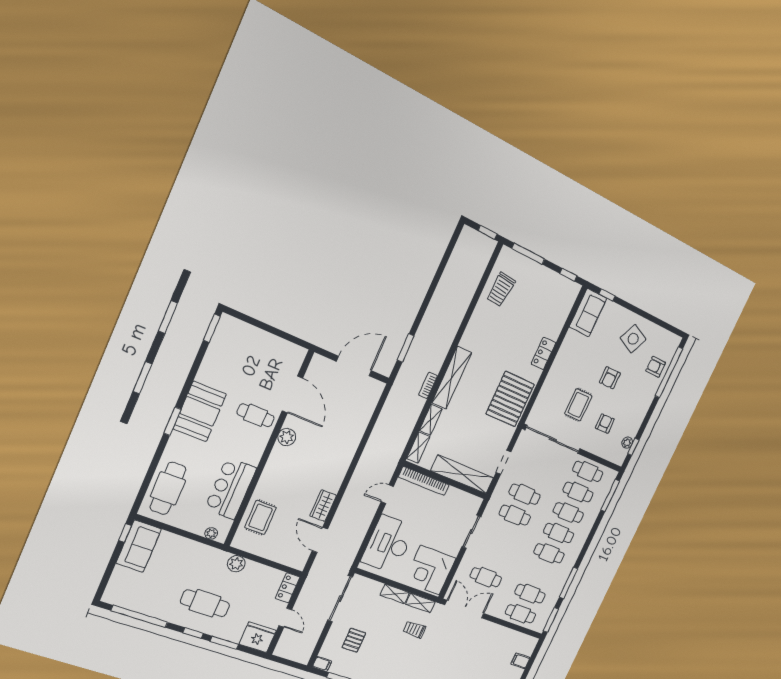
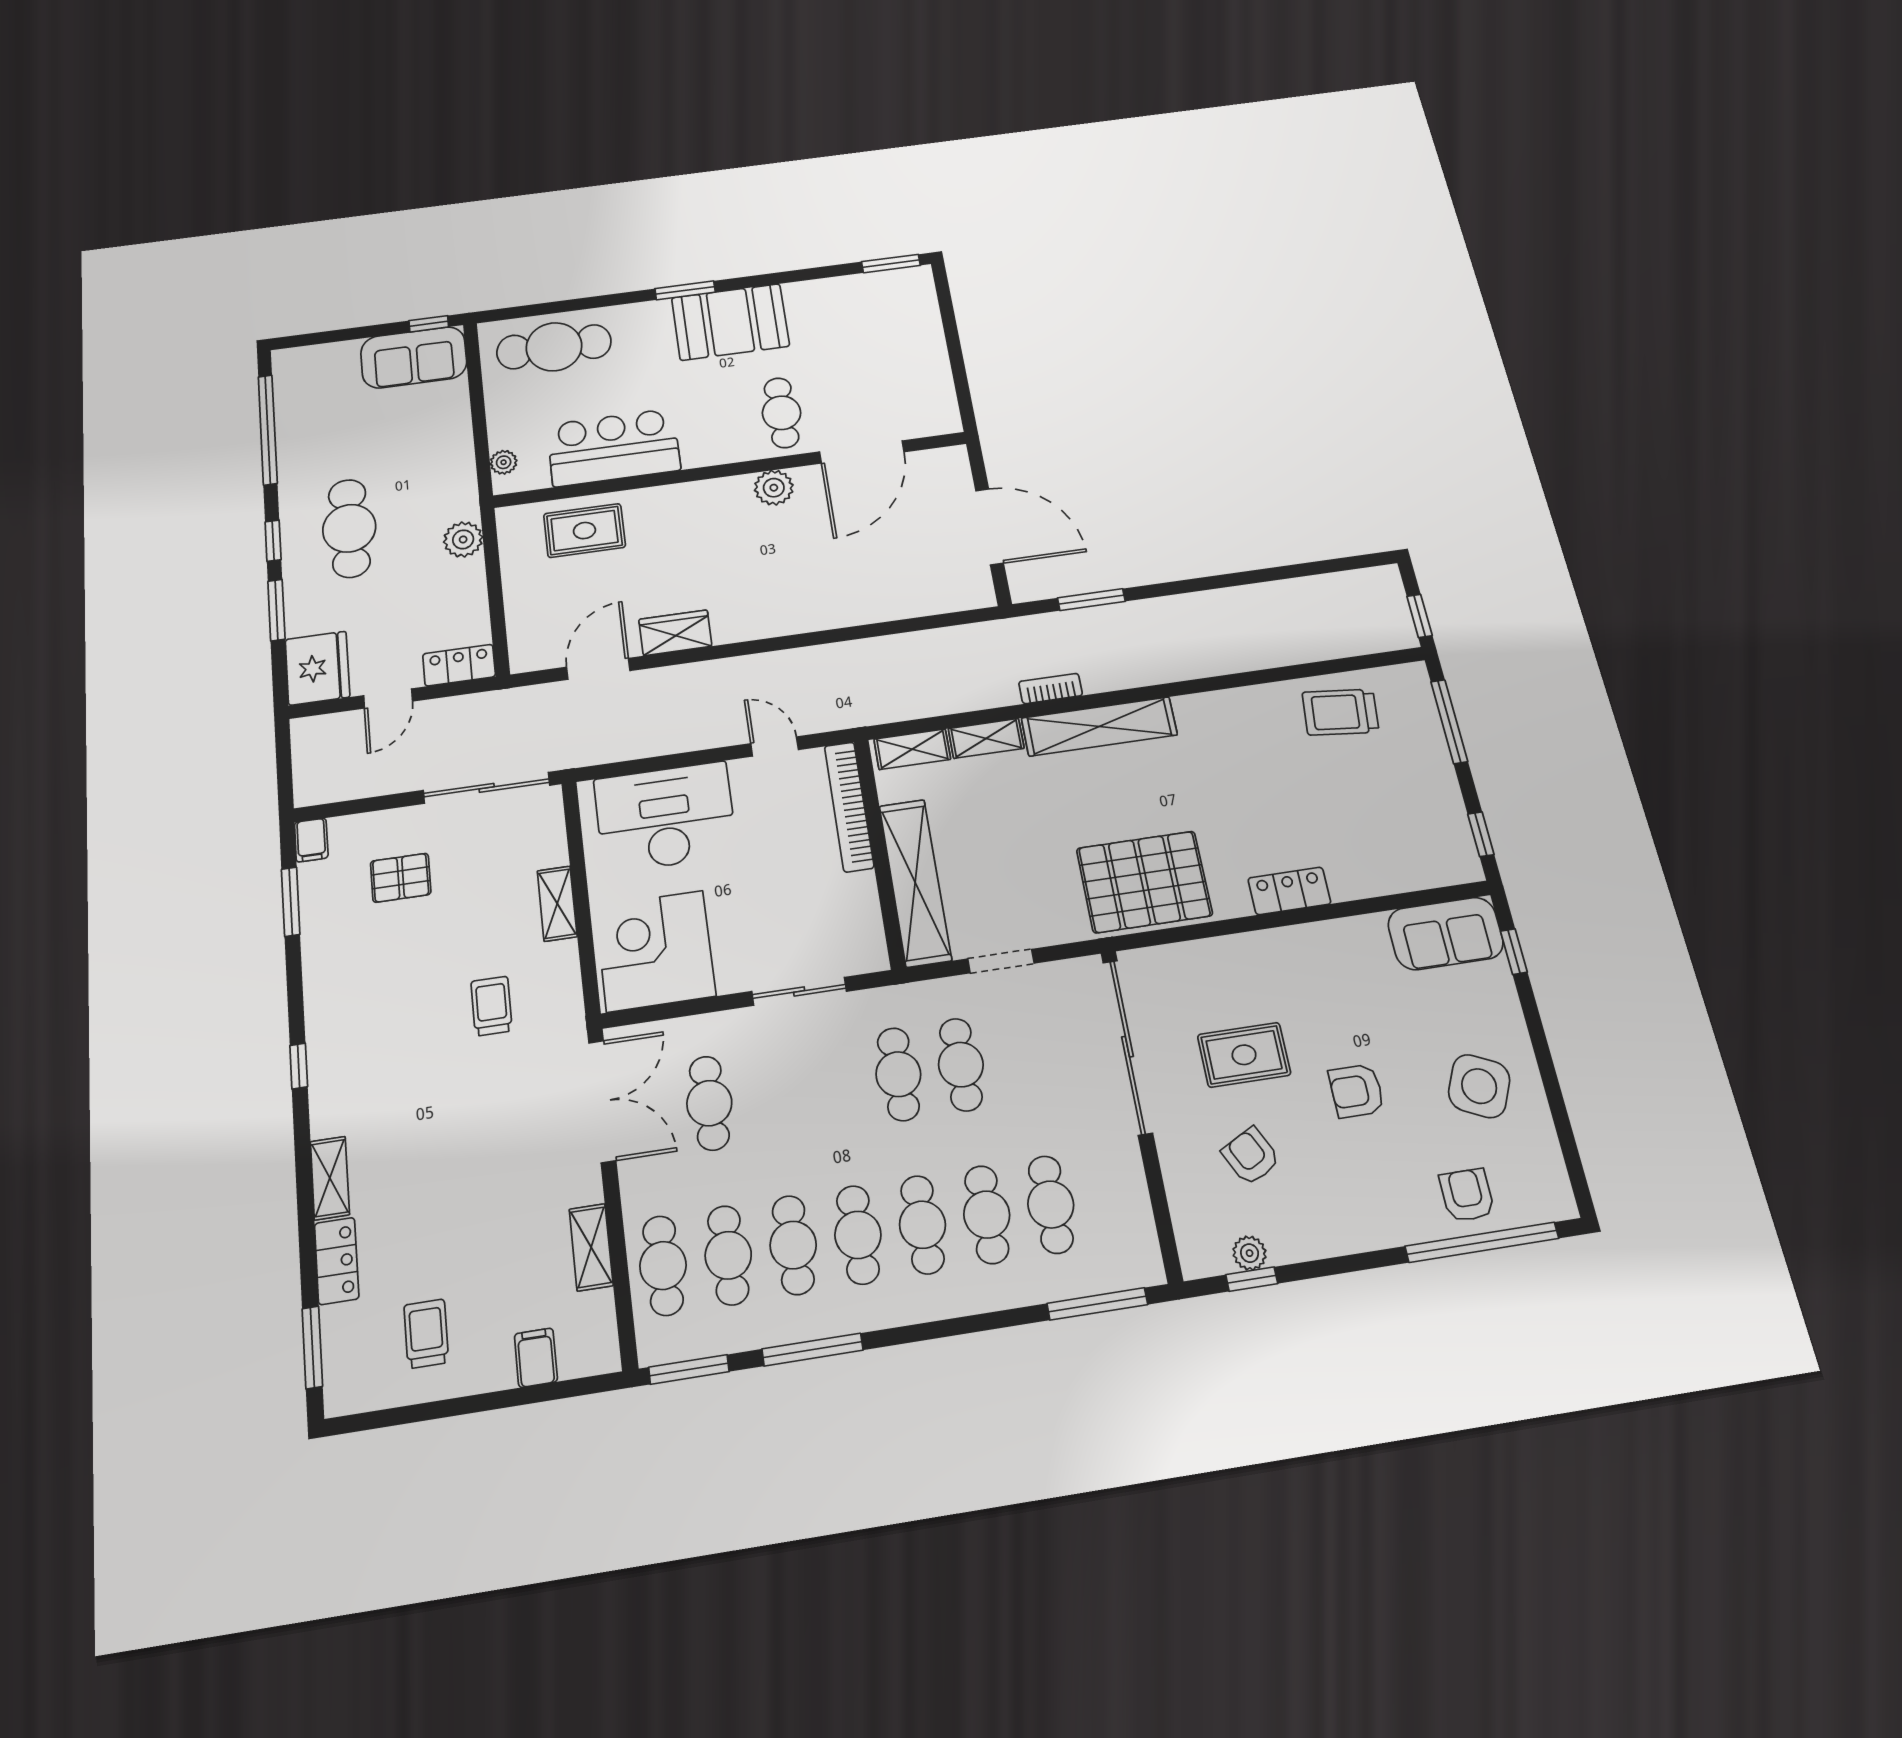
armchair: (605, 424) -> (1251, 1156), turned -116
cafe table: (588, 471) -> (793, 1245), moved
shelving: (420, 603) -> (591, 1247), moved

